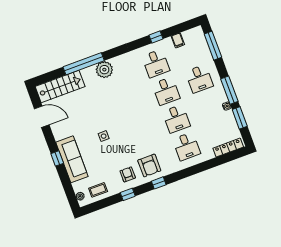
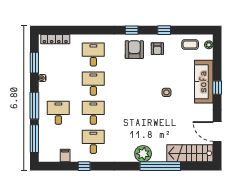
window: (229, 90) -> (34, 106), moved

